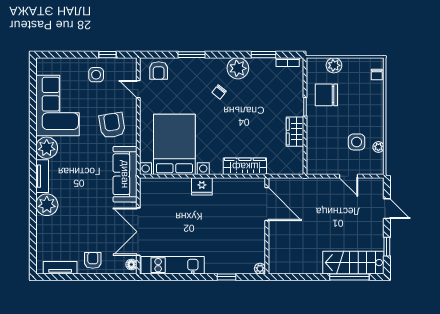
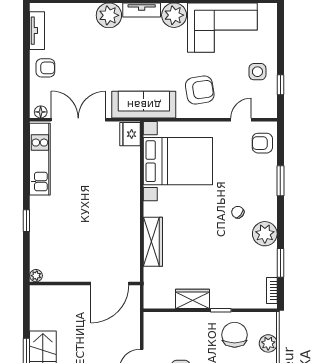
fridge: (202, 186) -> (130, 134), moved
door: (267, 204) -> (110, 284), moved
wall: (267, 226) -> (85, 284), moved
plant: (260, 269) -> (36, 276), moved

